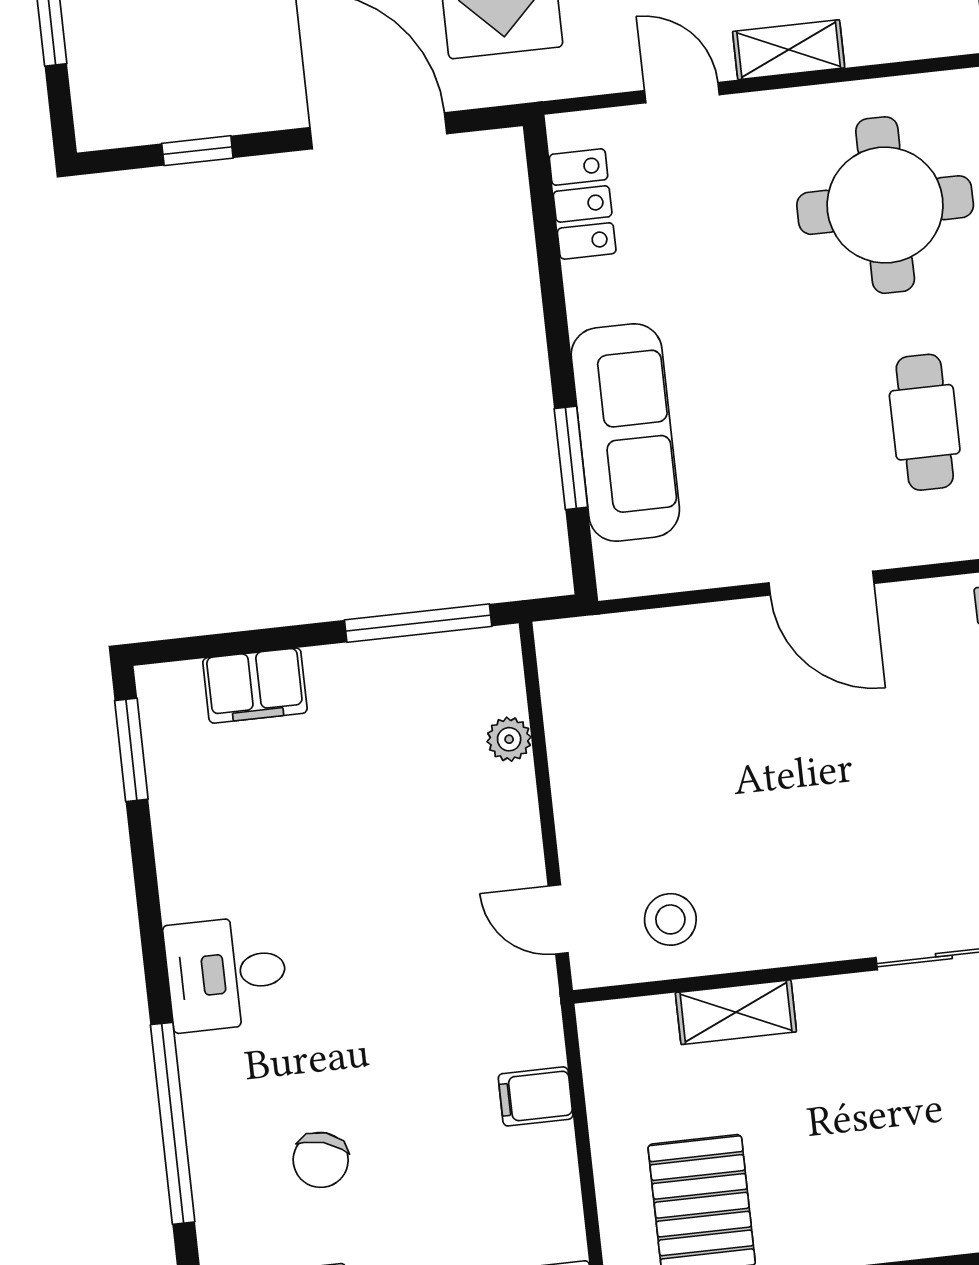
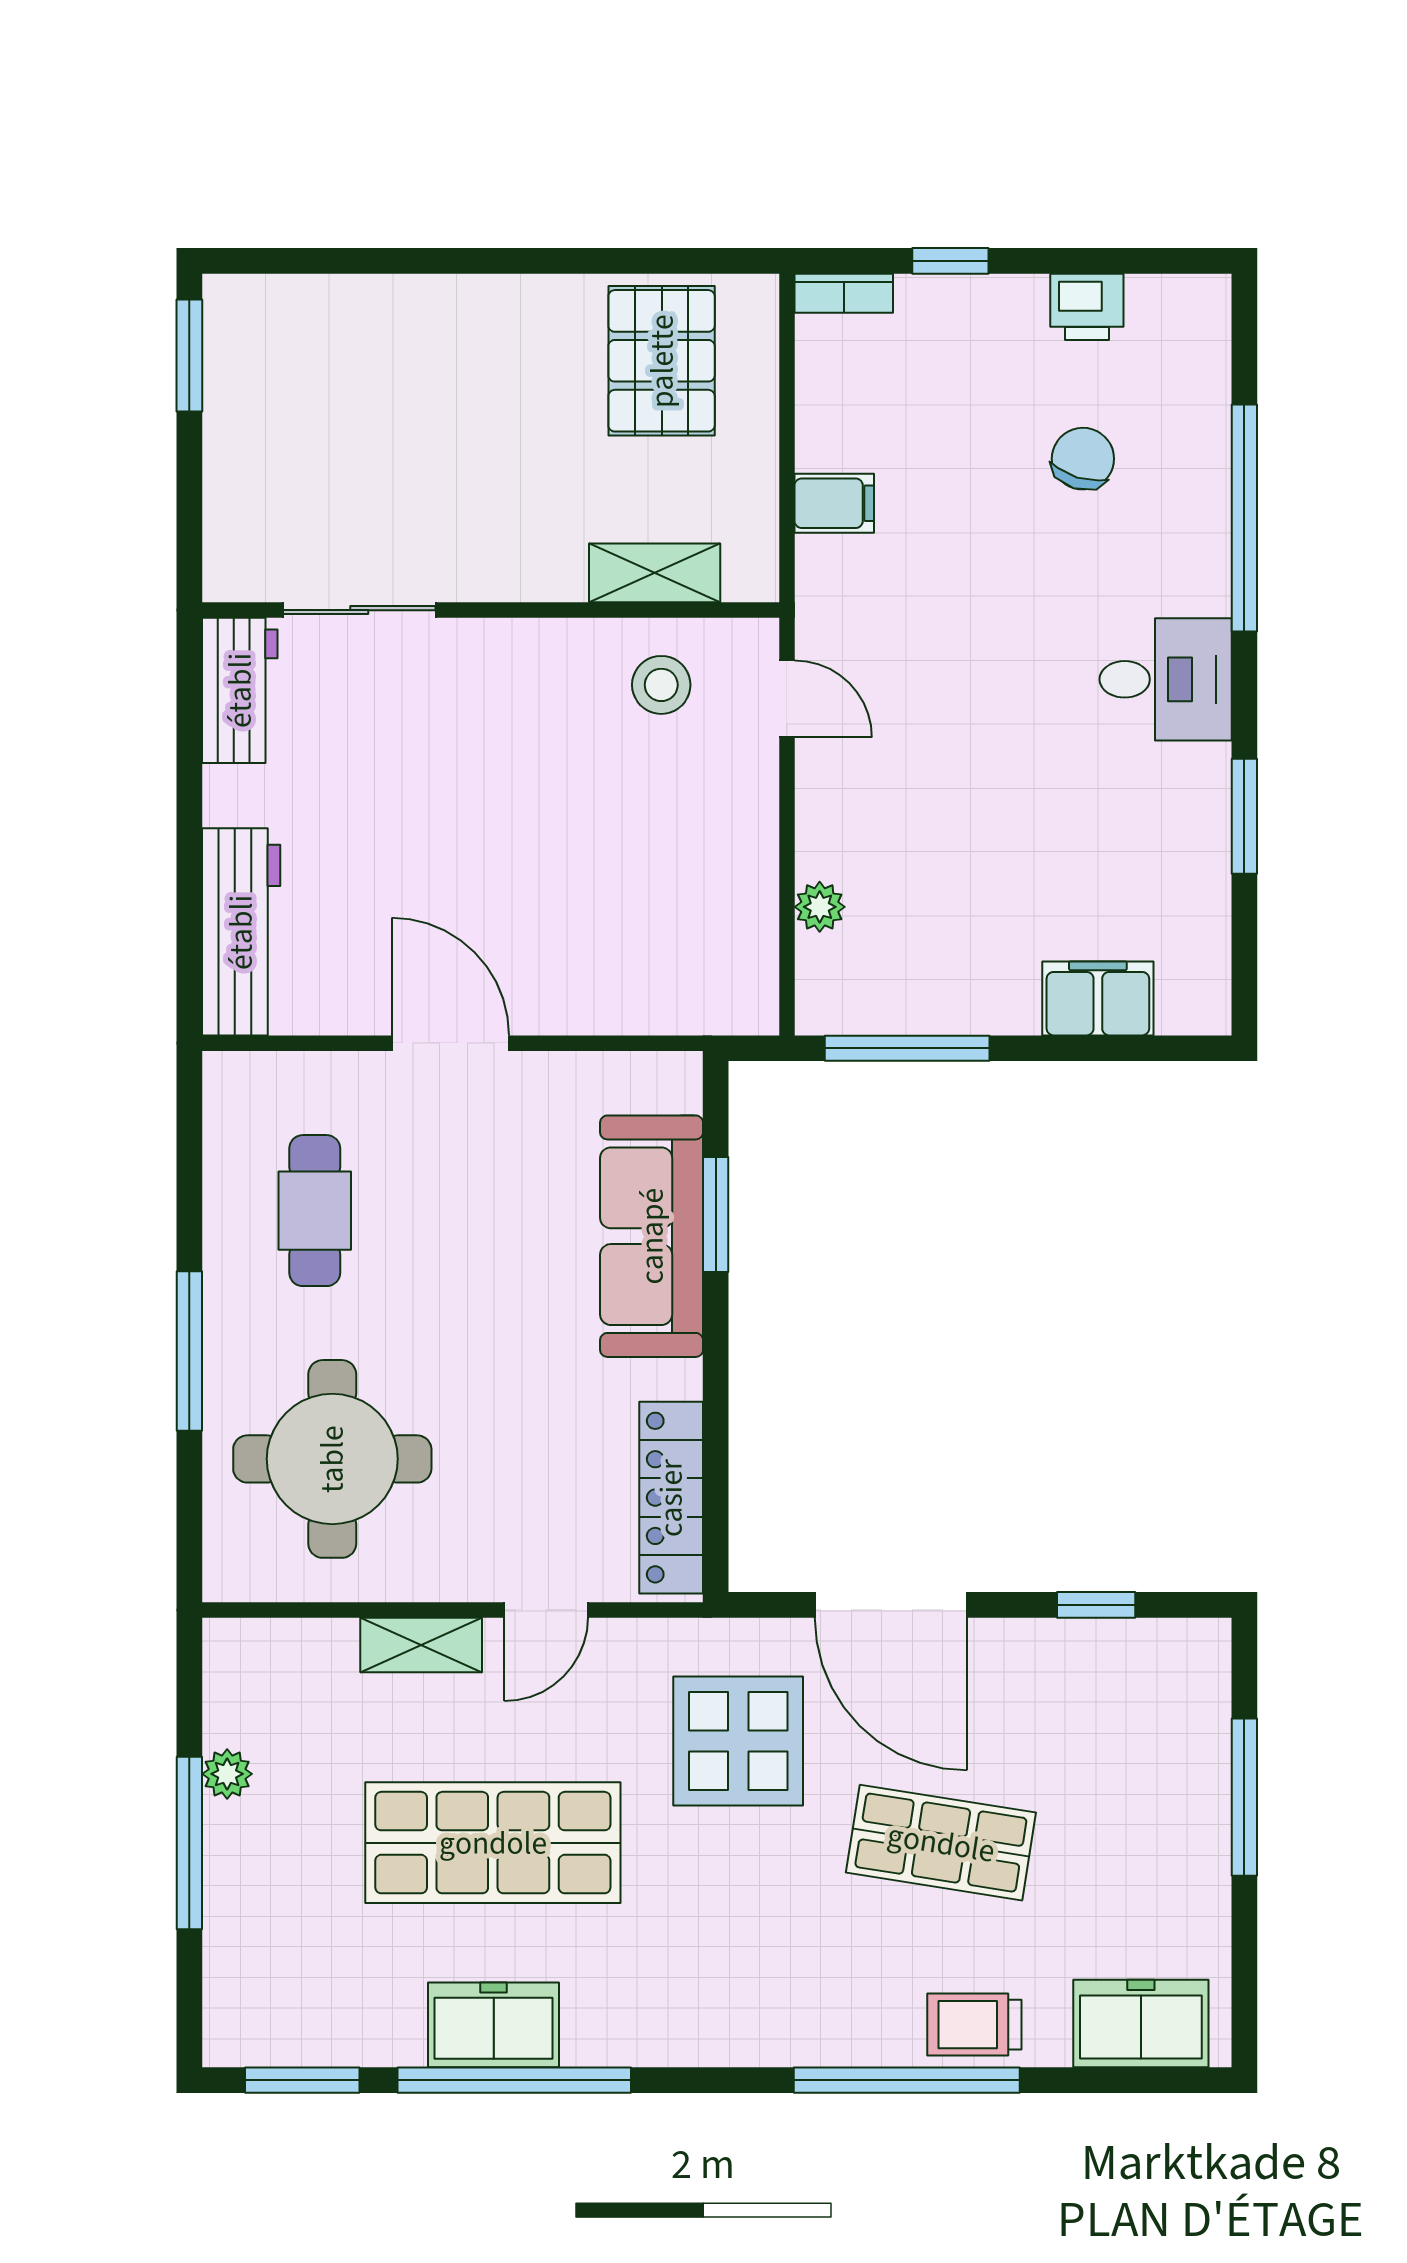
door: (682, 93) -> (546, 1610), hinge flipped
locker: (583, 204) -> (671, 1498), width x1.53
window: (131, 750) -> (1244, 816), moved
shelving: (736, 1012) -> (655, 573), moved

